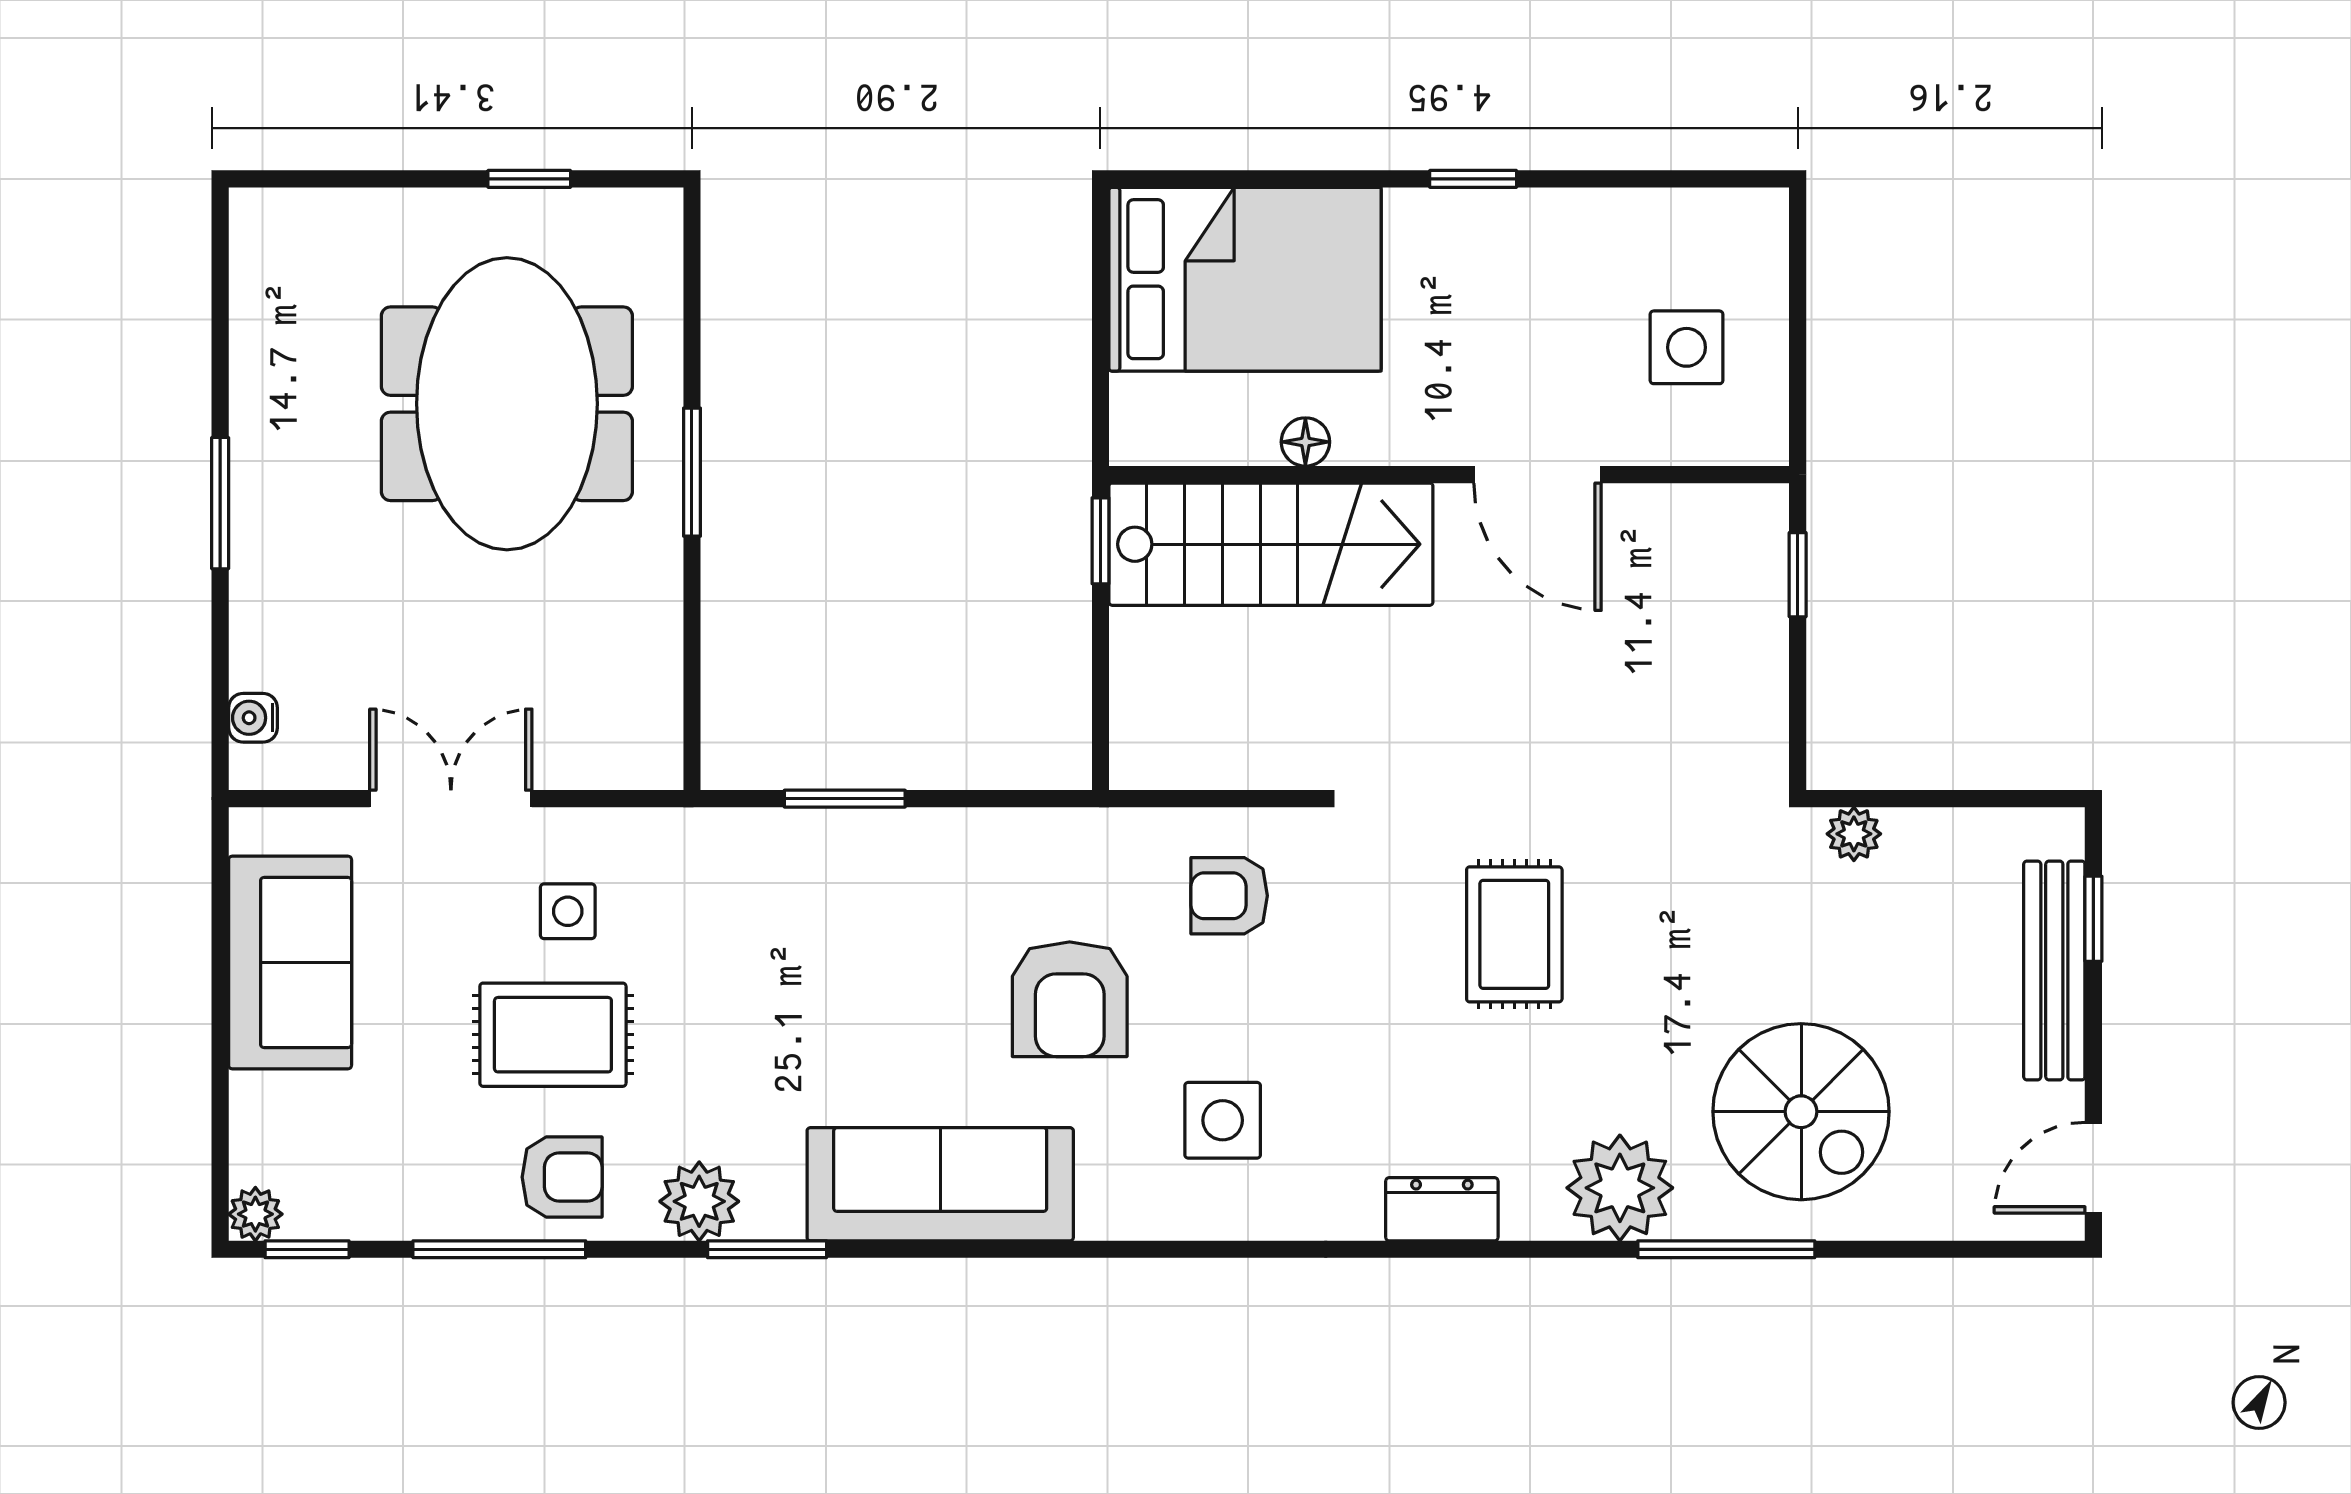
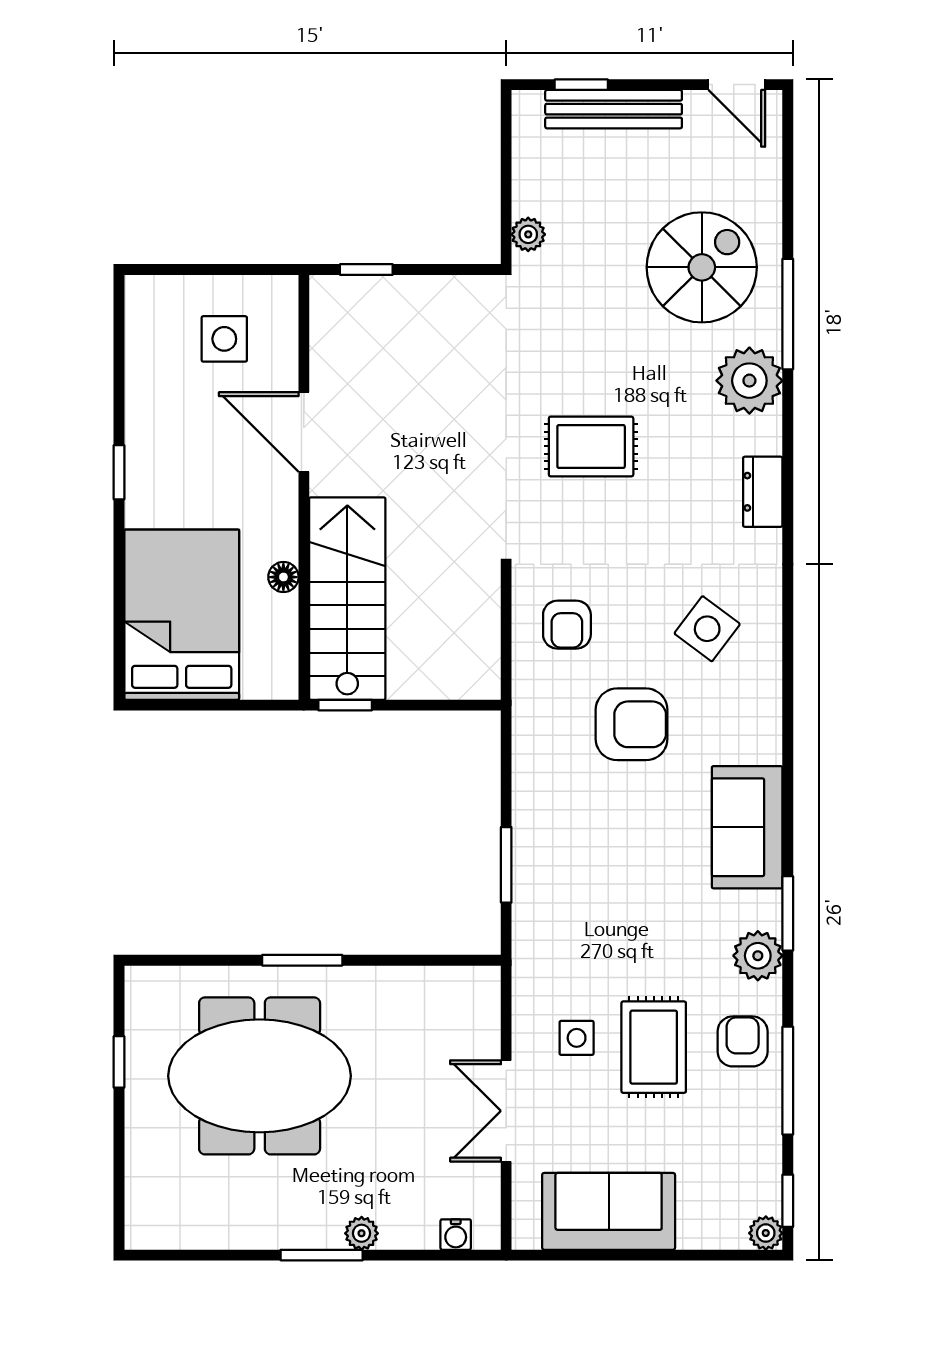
door: (1538, 475) -> (304, 432), swing flipped
plant: (255, 567) -> (362, 1233), added
side table: (1223, 1120) -> (707, 629), turned 37
sofa: (940, 1184) -> (747, 827), width x0.73

